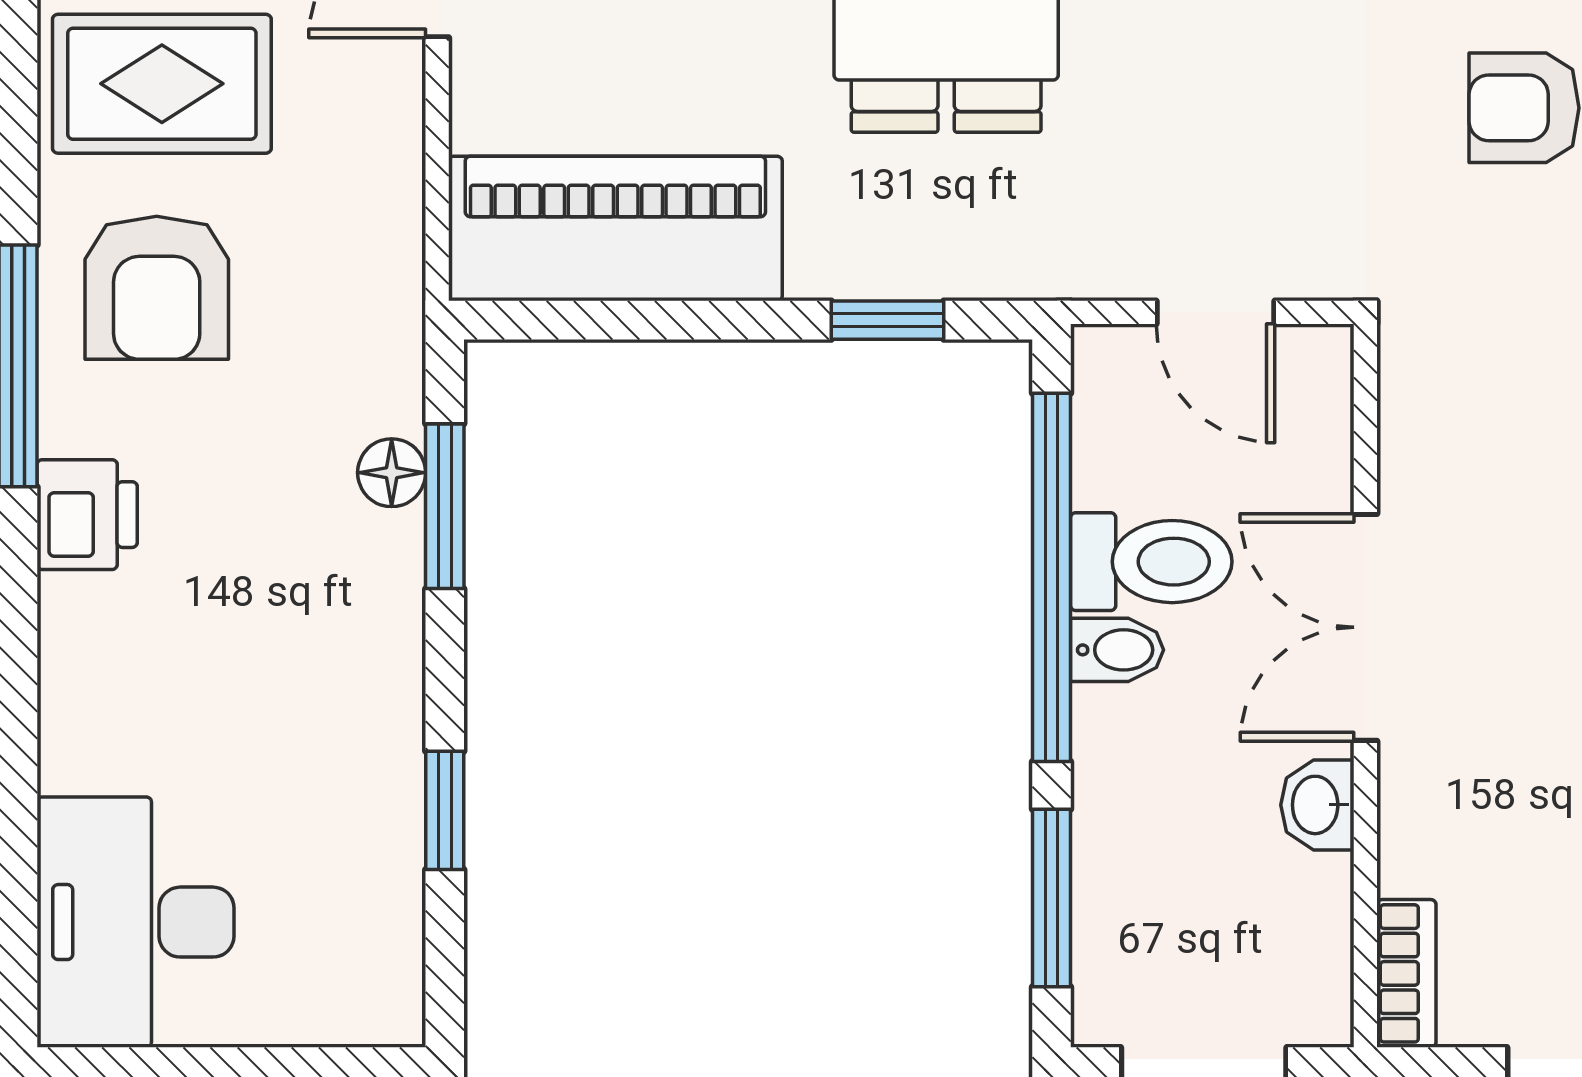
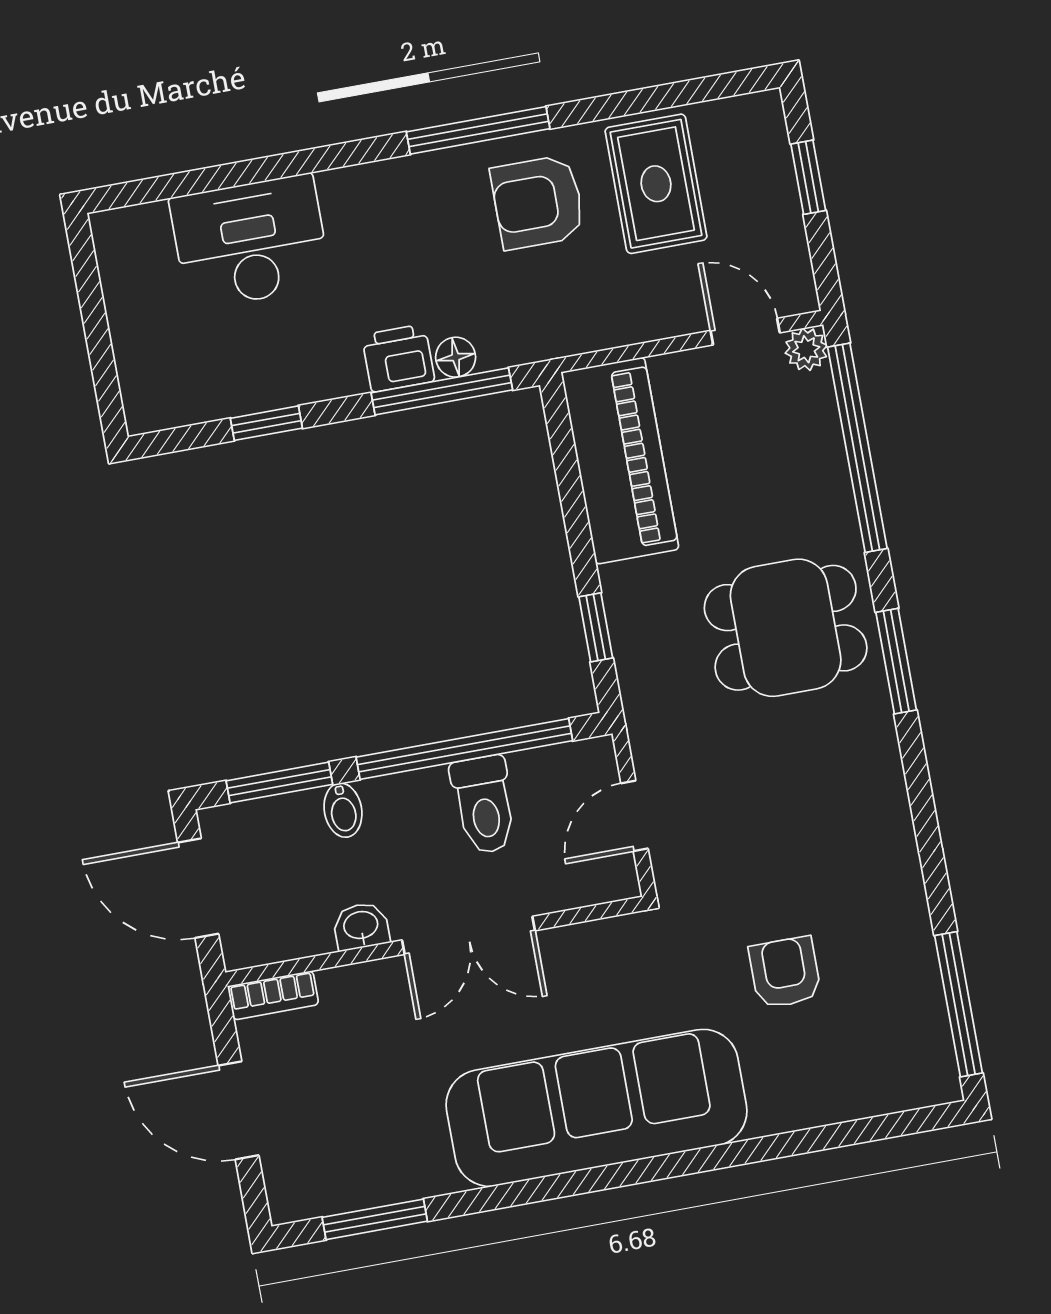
window: (445, 506) -> (442, 391), width x1.44
printer: (87, 515) -> (398, 358), moved, turned 180
double door: (1365, 627) -> (468, 935), swing flipped
bidet: (1117, 650) -> (343, 810), moved
desk: (136, 922) -> (250, 242), moved

